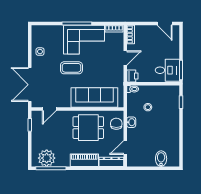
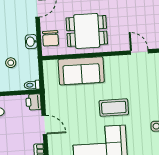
door: (125, 58) -> (44, 125), swing flipped
sofa: (94, 97) -> (81, 71), width x0.73
door: (49, 109) -> (139, 52), hinge flipped

